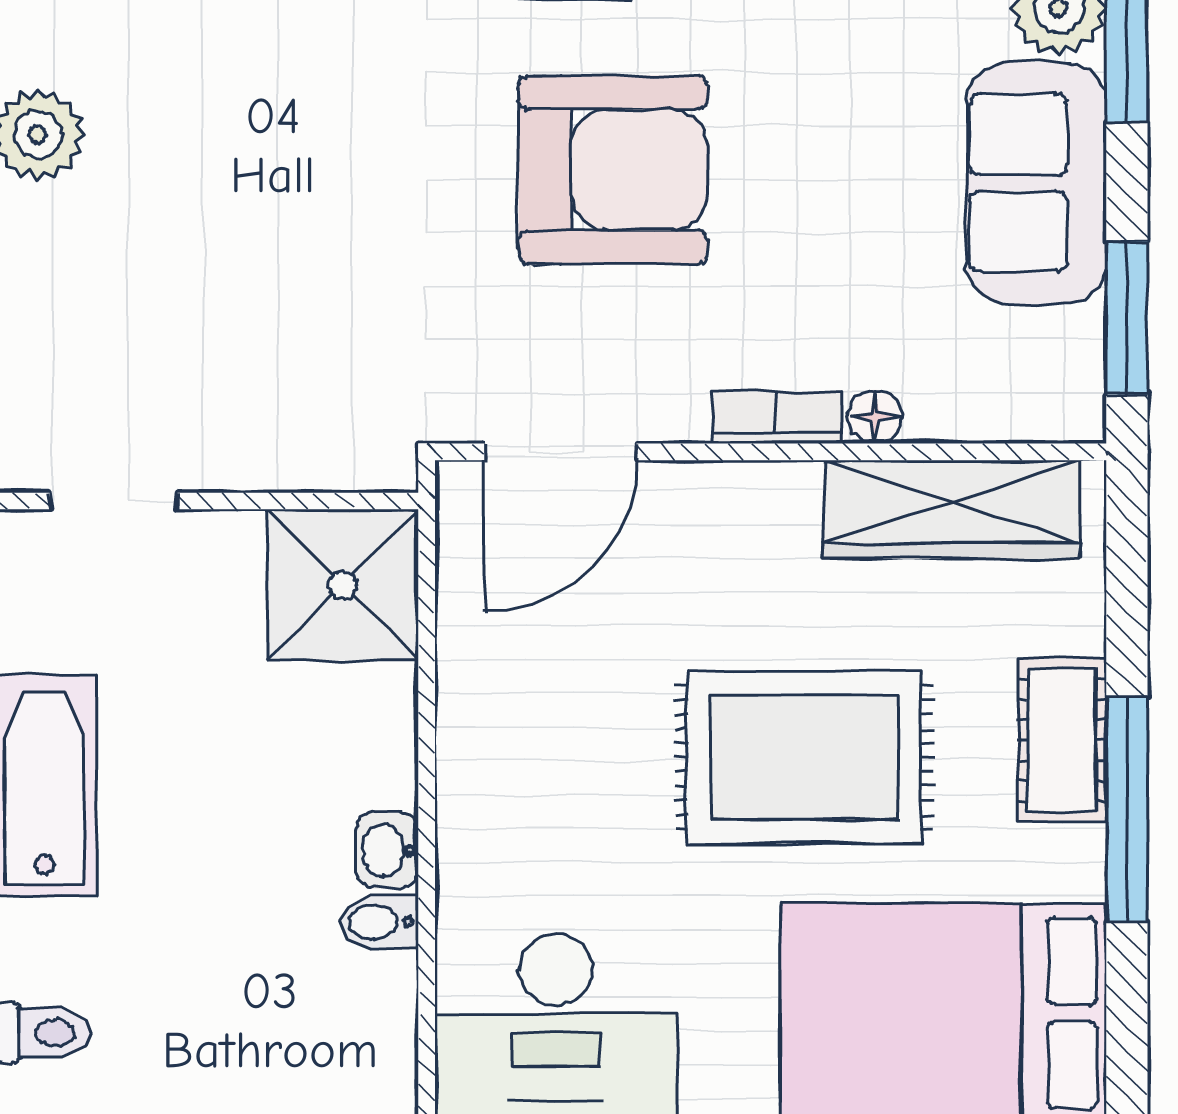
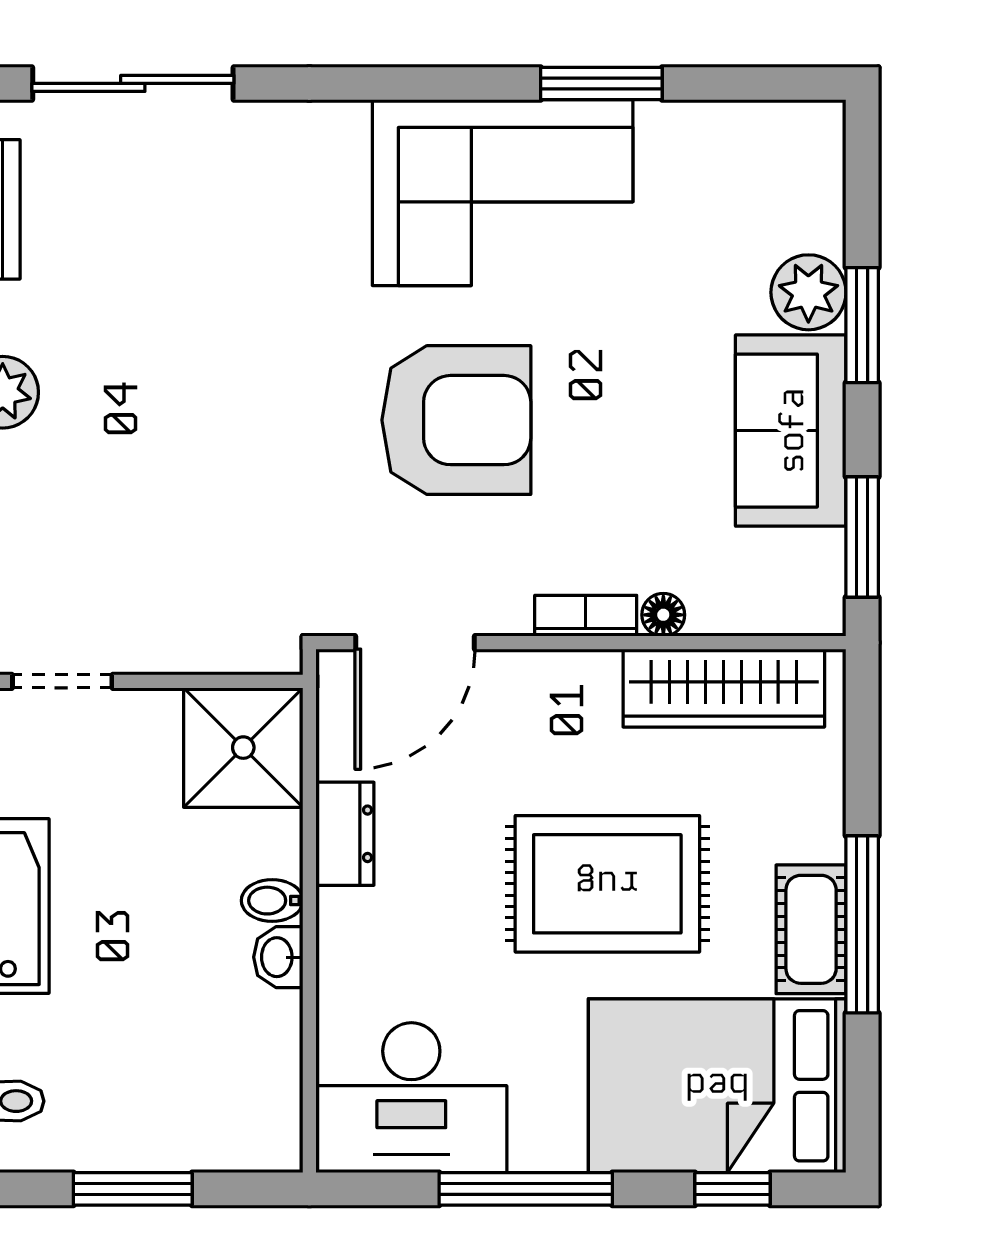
dresser: (472, 694) -> (345, 834), added
cot: (1062, 740) -> (811, 929), moved
bidet: (379, 922) -> (272, 901), moved

